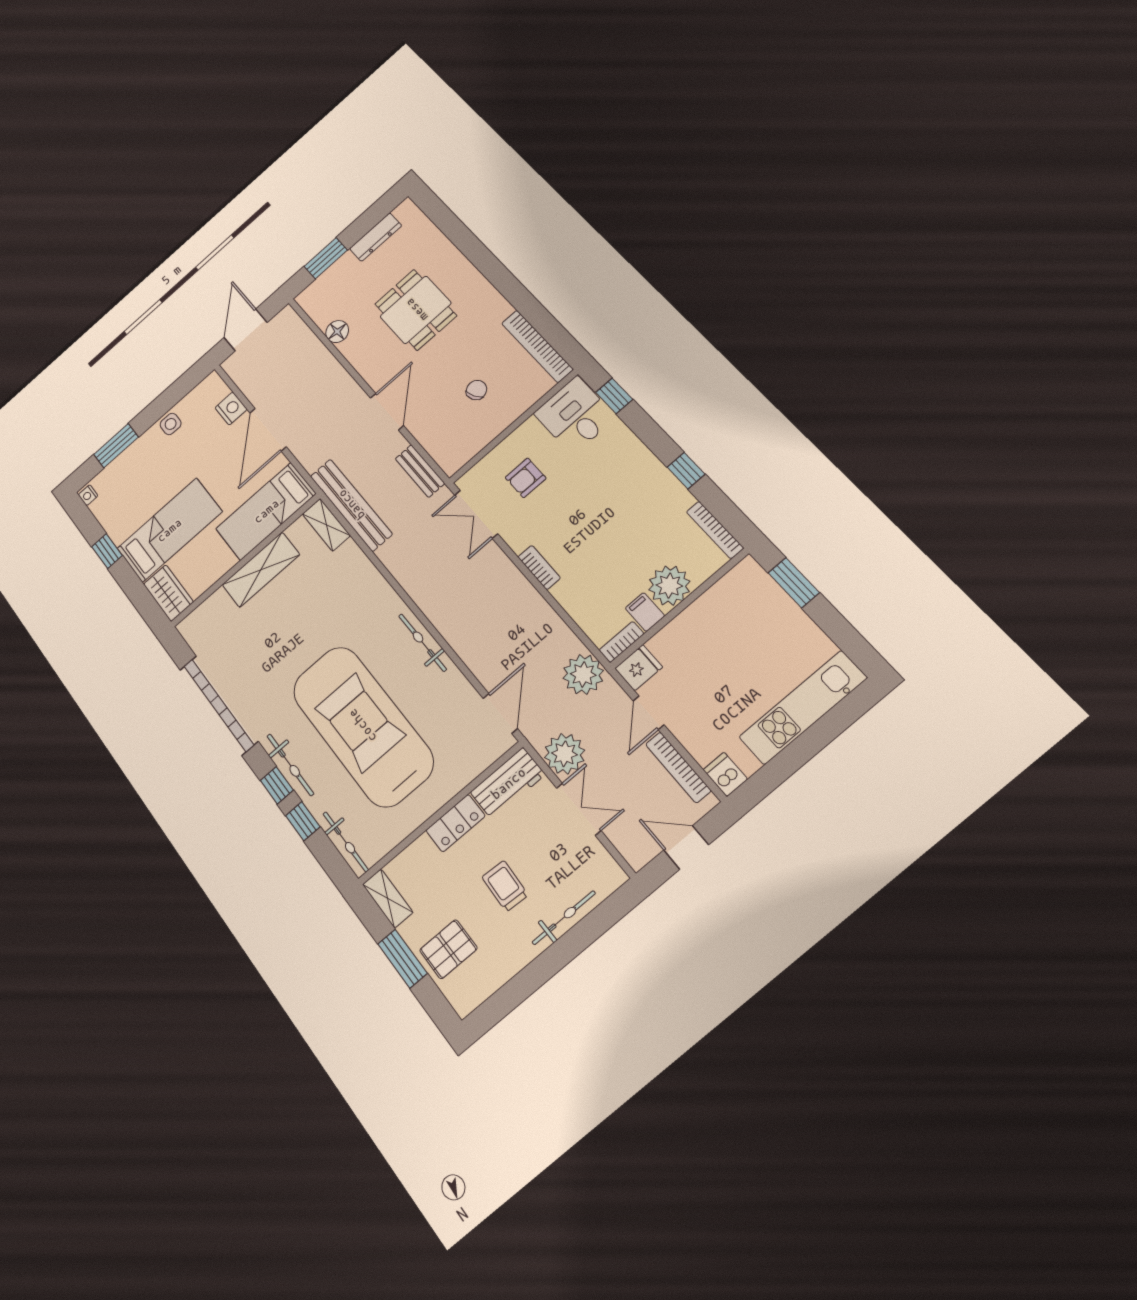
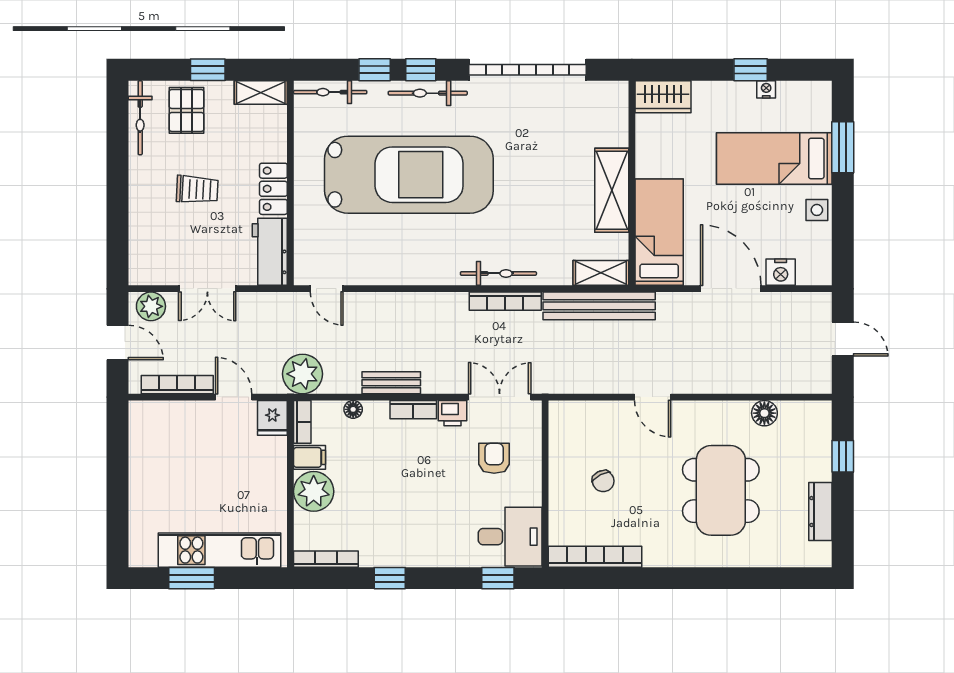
window: (326, 258) -> (843, 456), width x0.67
dining table: (416, 310) -> (721, 490), width x1.38
door: (246, 330) -> (843, 339), width x0.73
door: (387, 412) -> (653, 397), width x0.73
bench: (420, 471) -> (391, 383), moved
nightstand: (88, 495) -> (766, 89), moved
bed: (169, 530) -> (774, 158), moved, turned 90
printer: (517, 537) -> (452, 413), added
bookcase: (401, 573) -> (505, 301), added
window: (794, 583) -> (192, 578), moved
floor lamp: (578, 612) -> (353, 409), added
bicycle: (422, 643) -> (498, 273), moved
kitchen unit: (803, 708) -> (219, 550), moved, turned -90
door: (500, 713) -> (327, 289), width x0.73
plant: (564, 754) -> (151, 306), moved, width x0.73, depth x0.73
dishwasher: (725, 774) -> (145, 413), removed
door: (686, 847) -> (118, 343), hinge flipped
bicycle: (564, 918) -> (140, 118), moved
window: (402, 959) -> (208, 70), width x0.67

